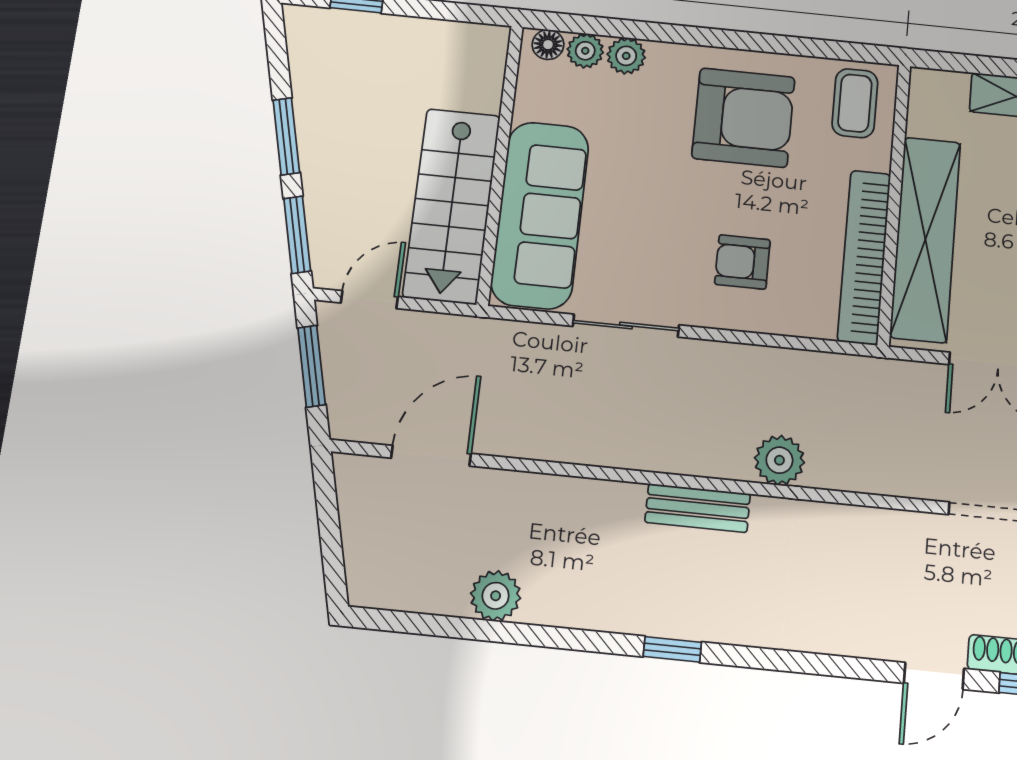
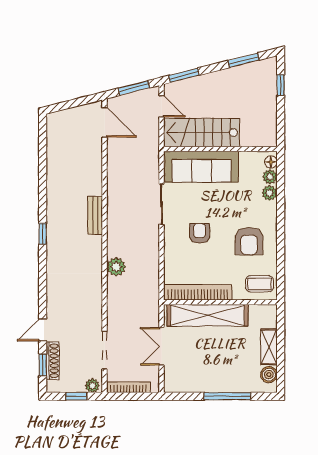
armchair: (743, 118) -> (249, 241), width x0.73, depth x0.73
window: (286, 136) -> (244, 60), moved
armchair: (742, 262) -> (200, 233), moved
door: (431, 456) -> (105, 122), moved
bench: (698, 508) -> (95, 215), moved
plant: (496, 596) -> (55, 167), removed
door: (934, 676) -> (43, 330), hinge flipped

